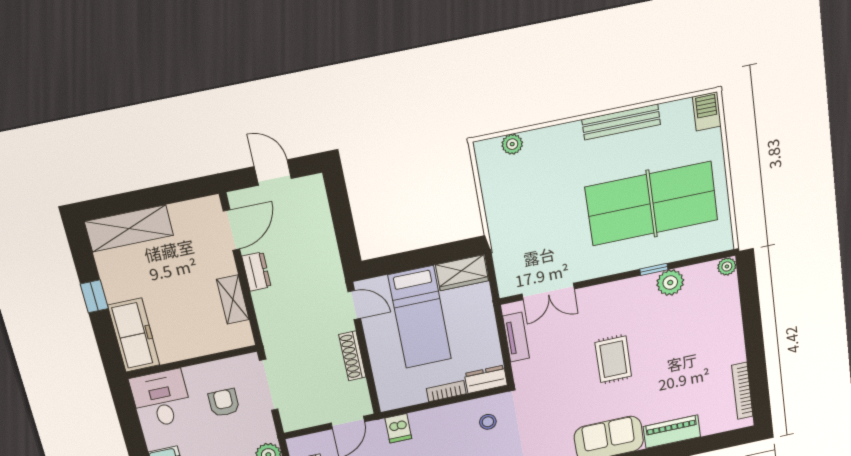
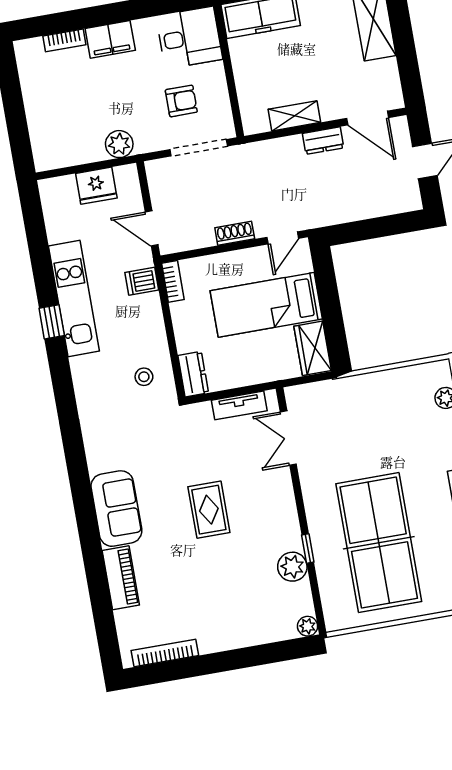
shoe rack: (352, 356) -> (235, 233), width x0.70
rug: (613, 359) -> (209, 510), turned 90
bookcase: (446, 391) -> (173, 281), moved

